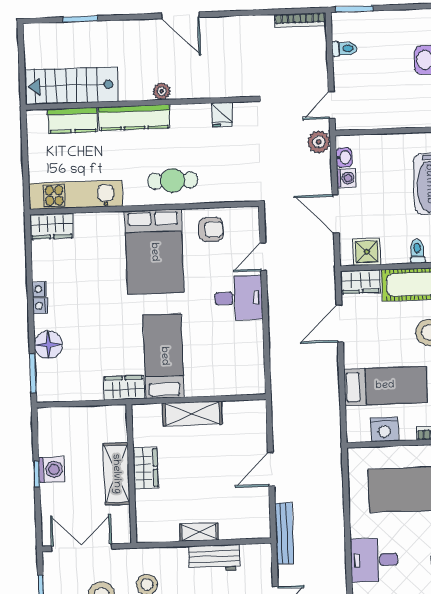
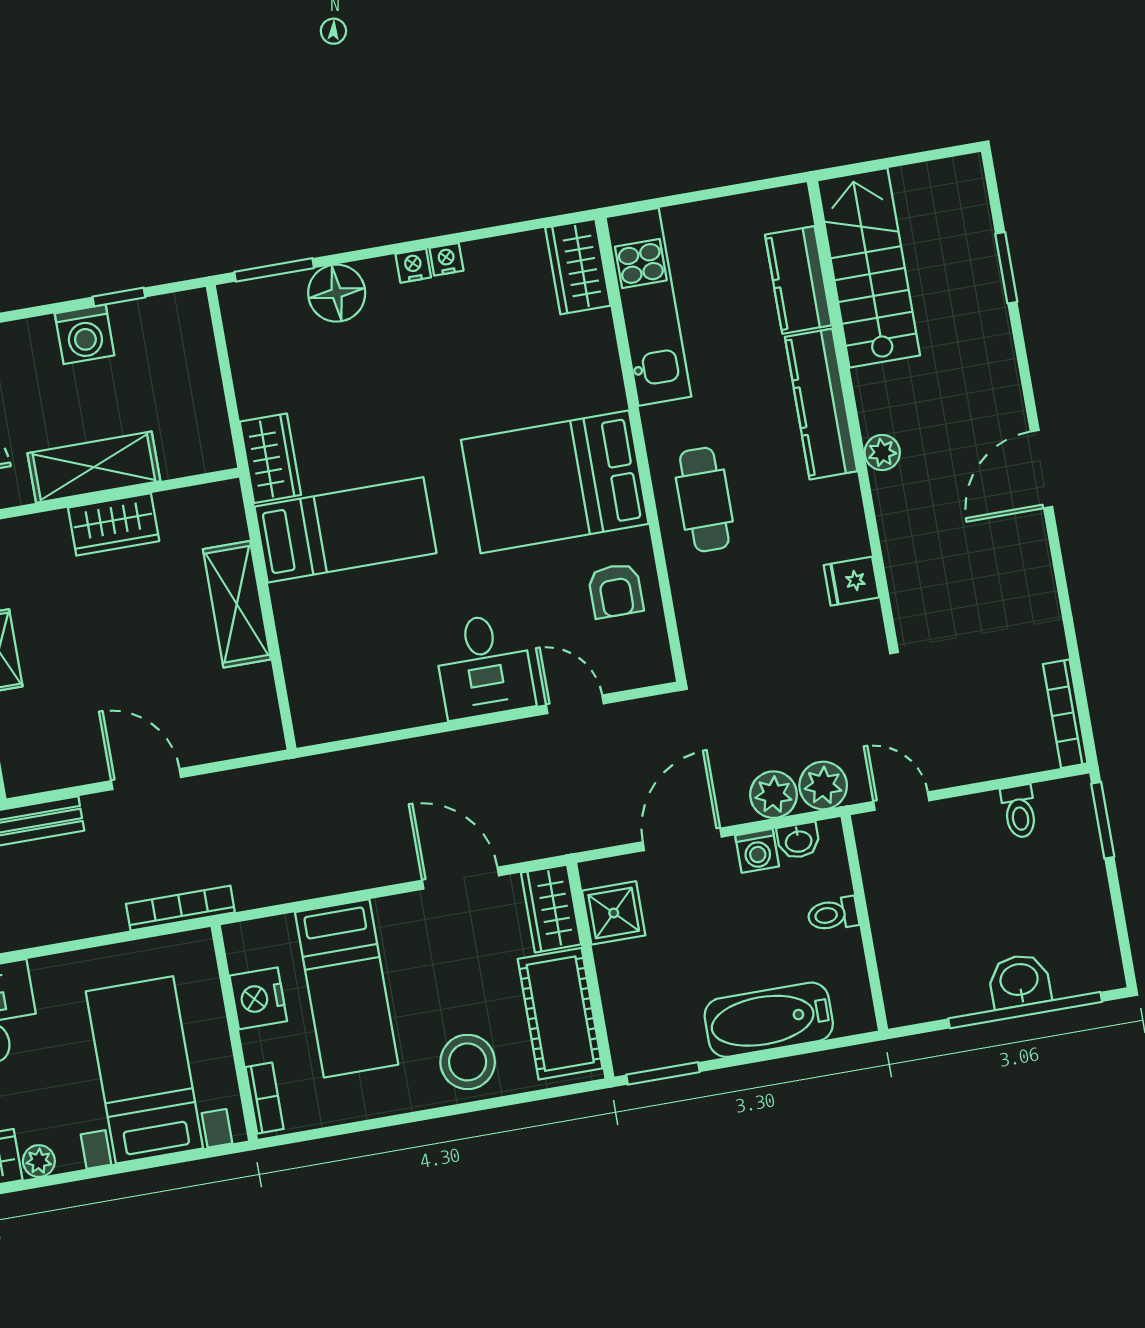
plant: (320, 167) -> (774, 795), added
toilet: (417, 251) -> (833, 914), moved, turned 180
bookcase: (336, 461) -> (180, 908), added
window: (37, 474) -> (119, 297), moved

